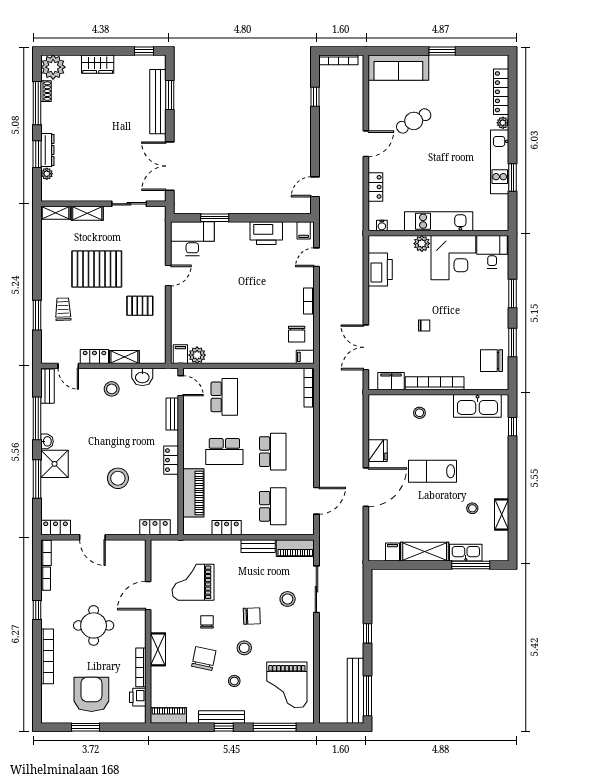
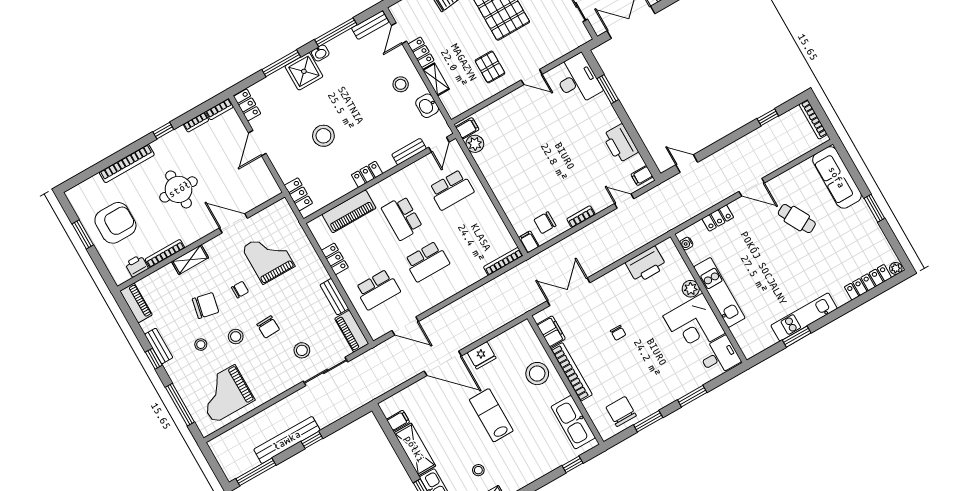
plant: (503, 123) -> (896, 268), moved
stool: (419, 413) -> (537, 374), width x1.89, depth x1.89
bench: (355, 691) -> (287, 440), moved
bench: (221, 717) -> (159, 346), width x0.73

